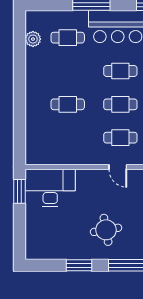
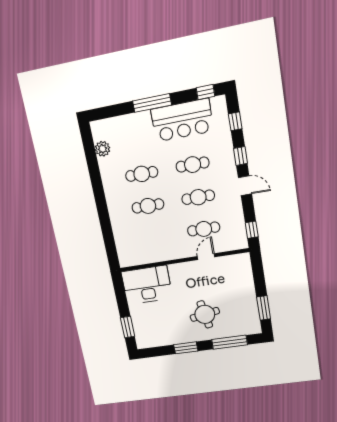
cafe table: (68, 38) -> (142, 174), moved
door: (118, 167) -> (206, 257), swing flipped
window: (20, 191) -> (128, 327), moved

